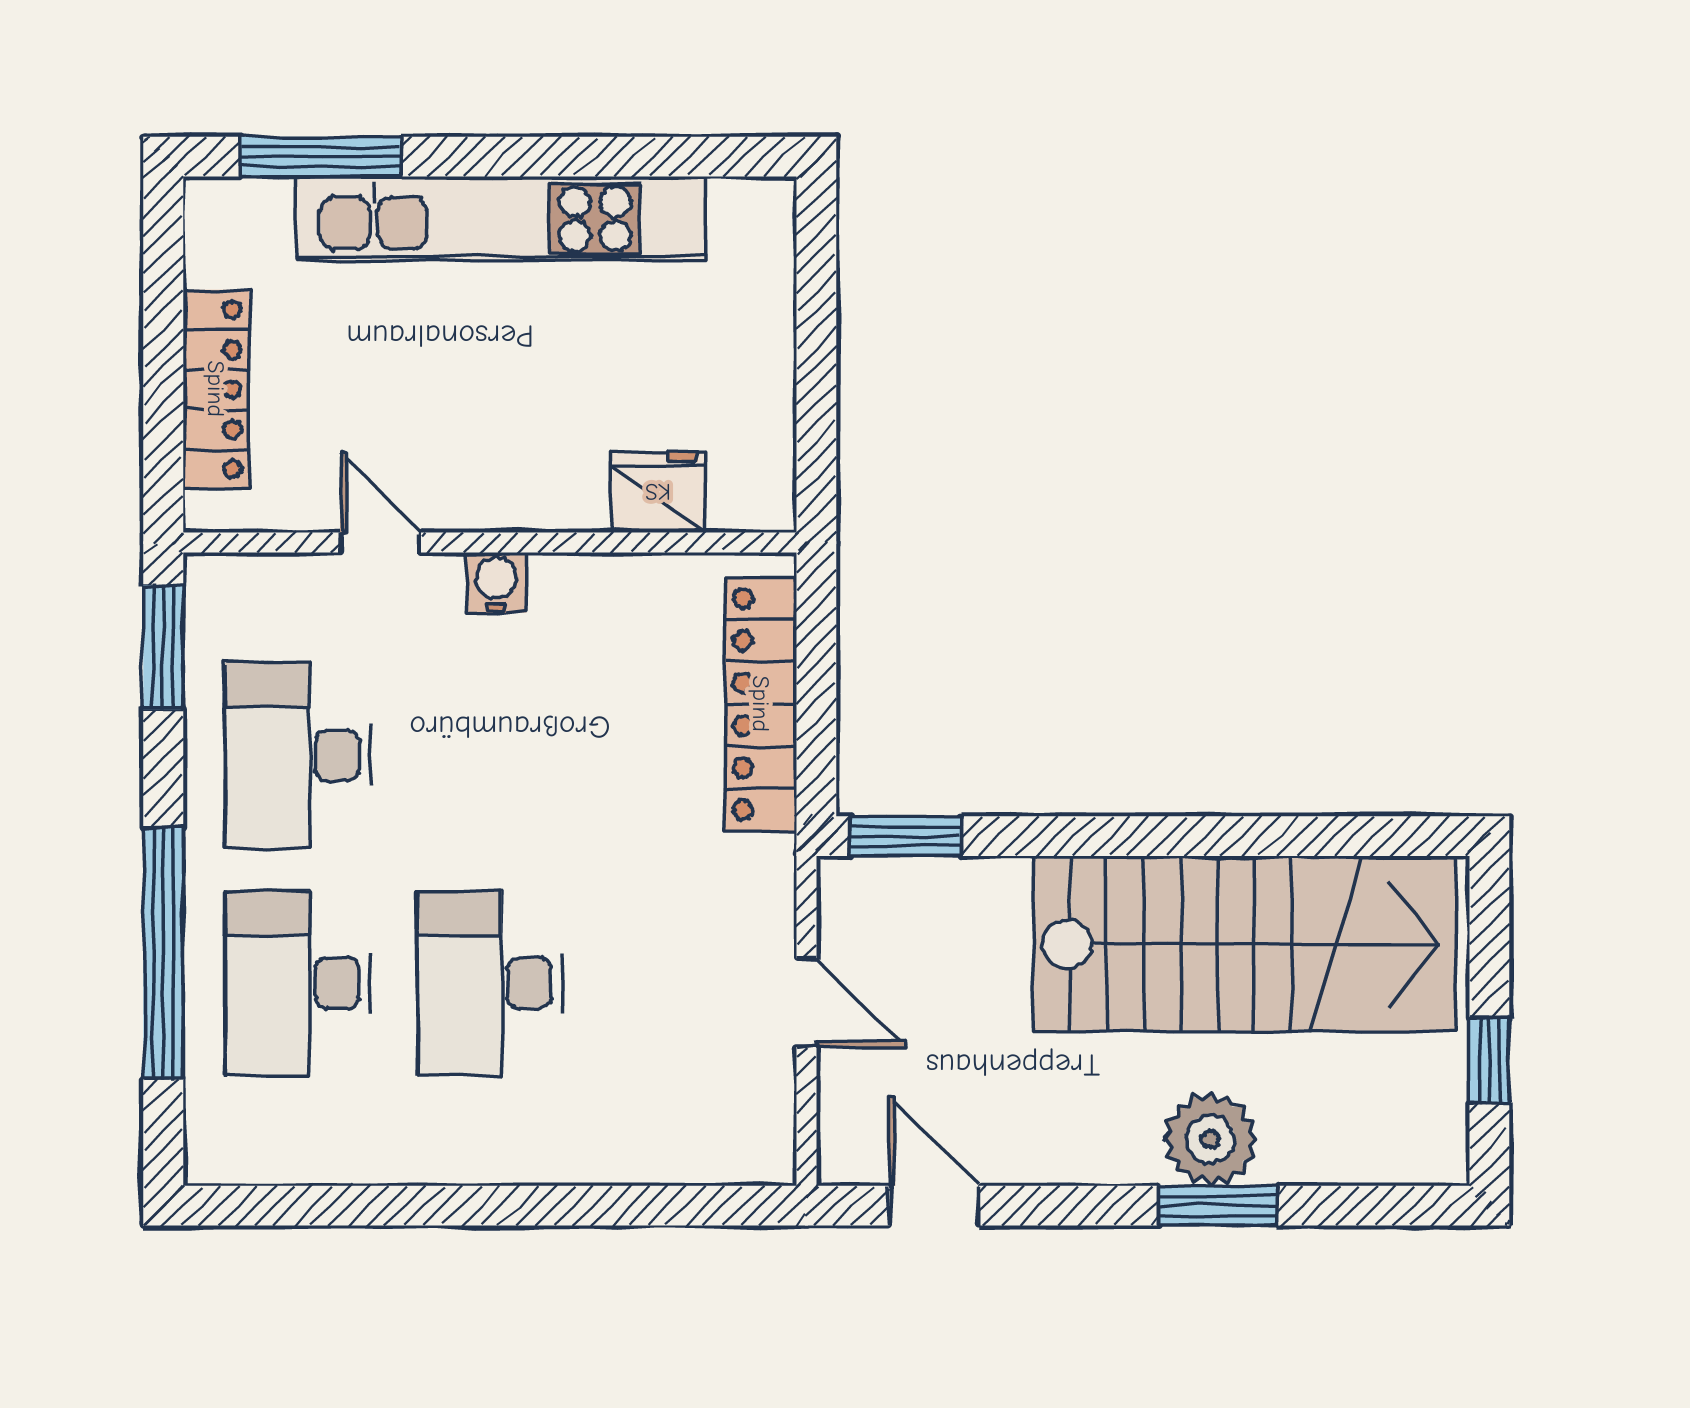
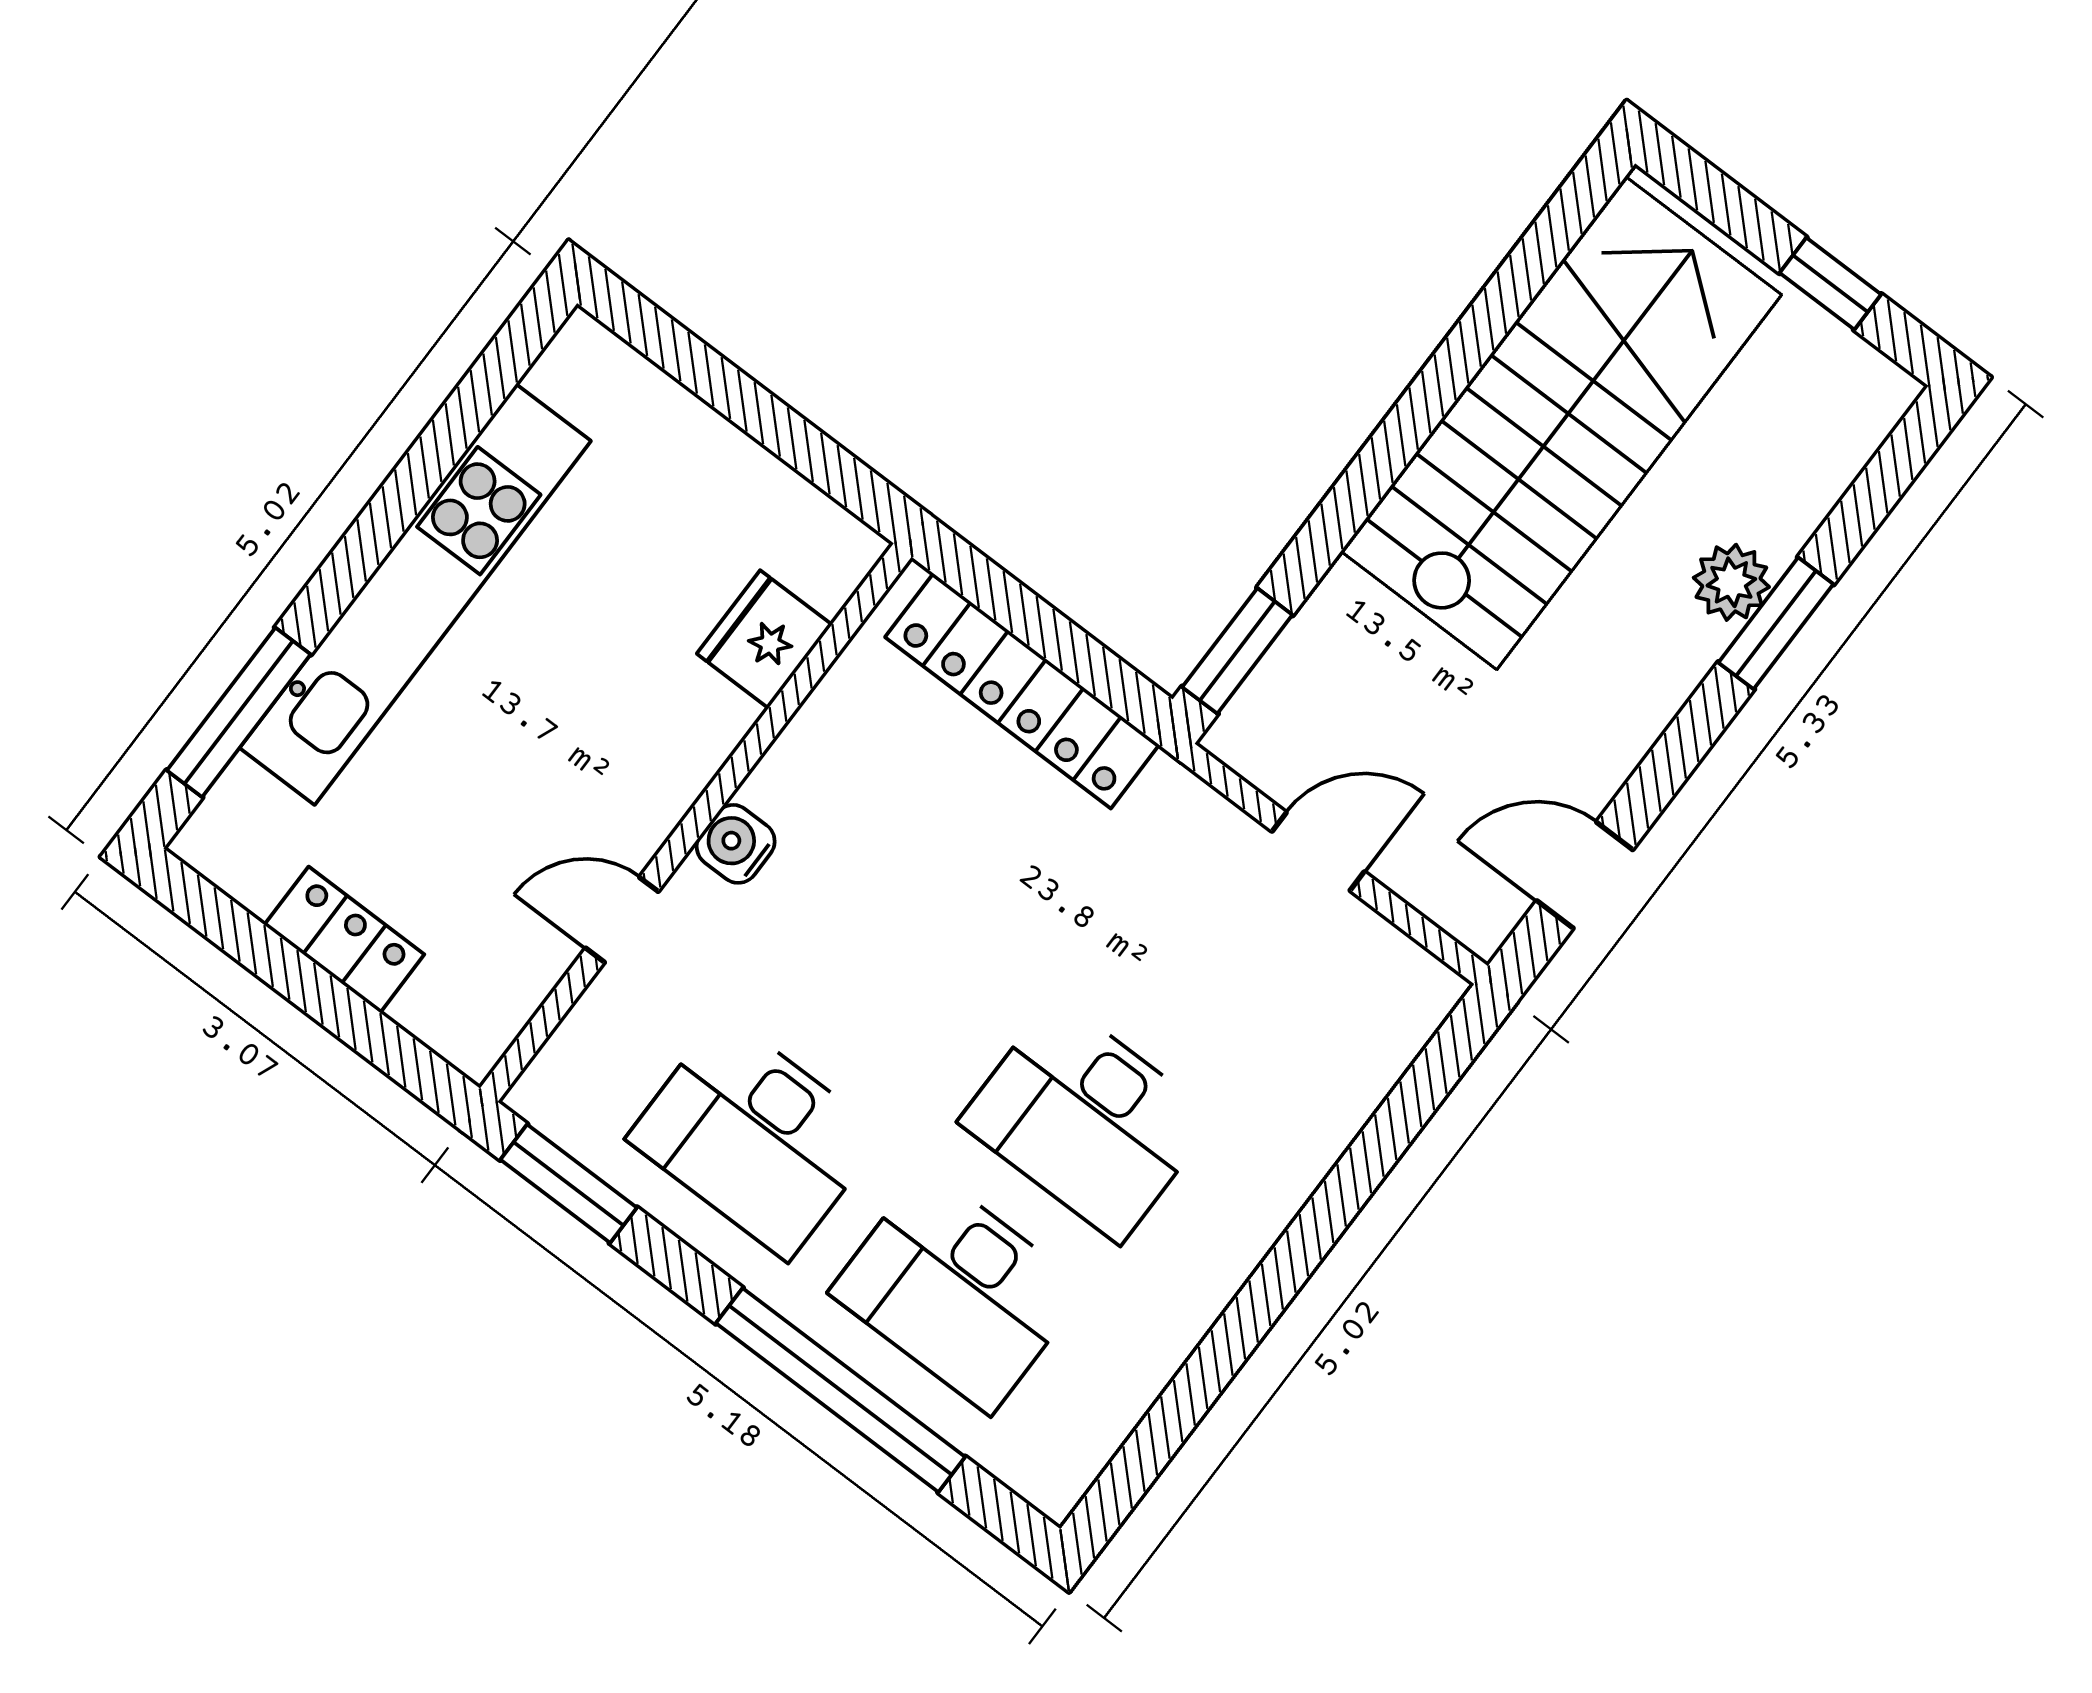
locker: (216, 389) -> (344, 940), width x0.66
plant: (1210, 1139) -> (1731, 582), width x0.73, depth x0.73

